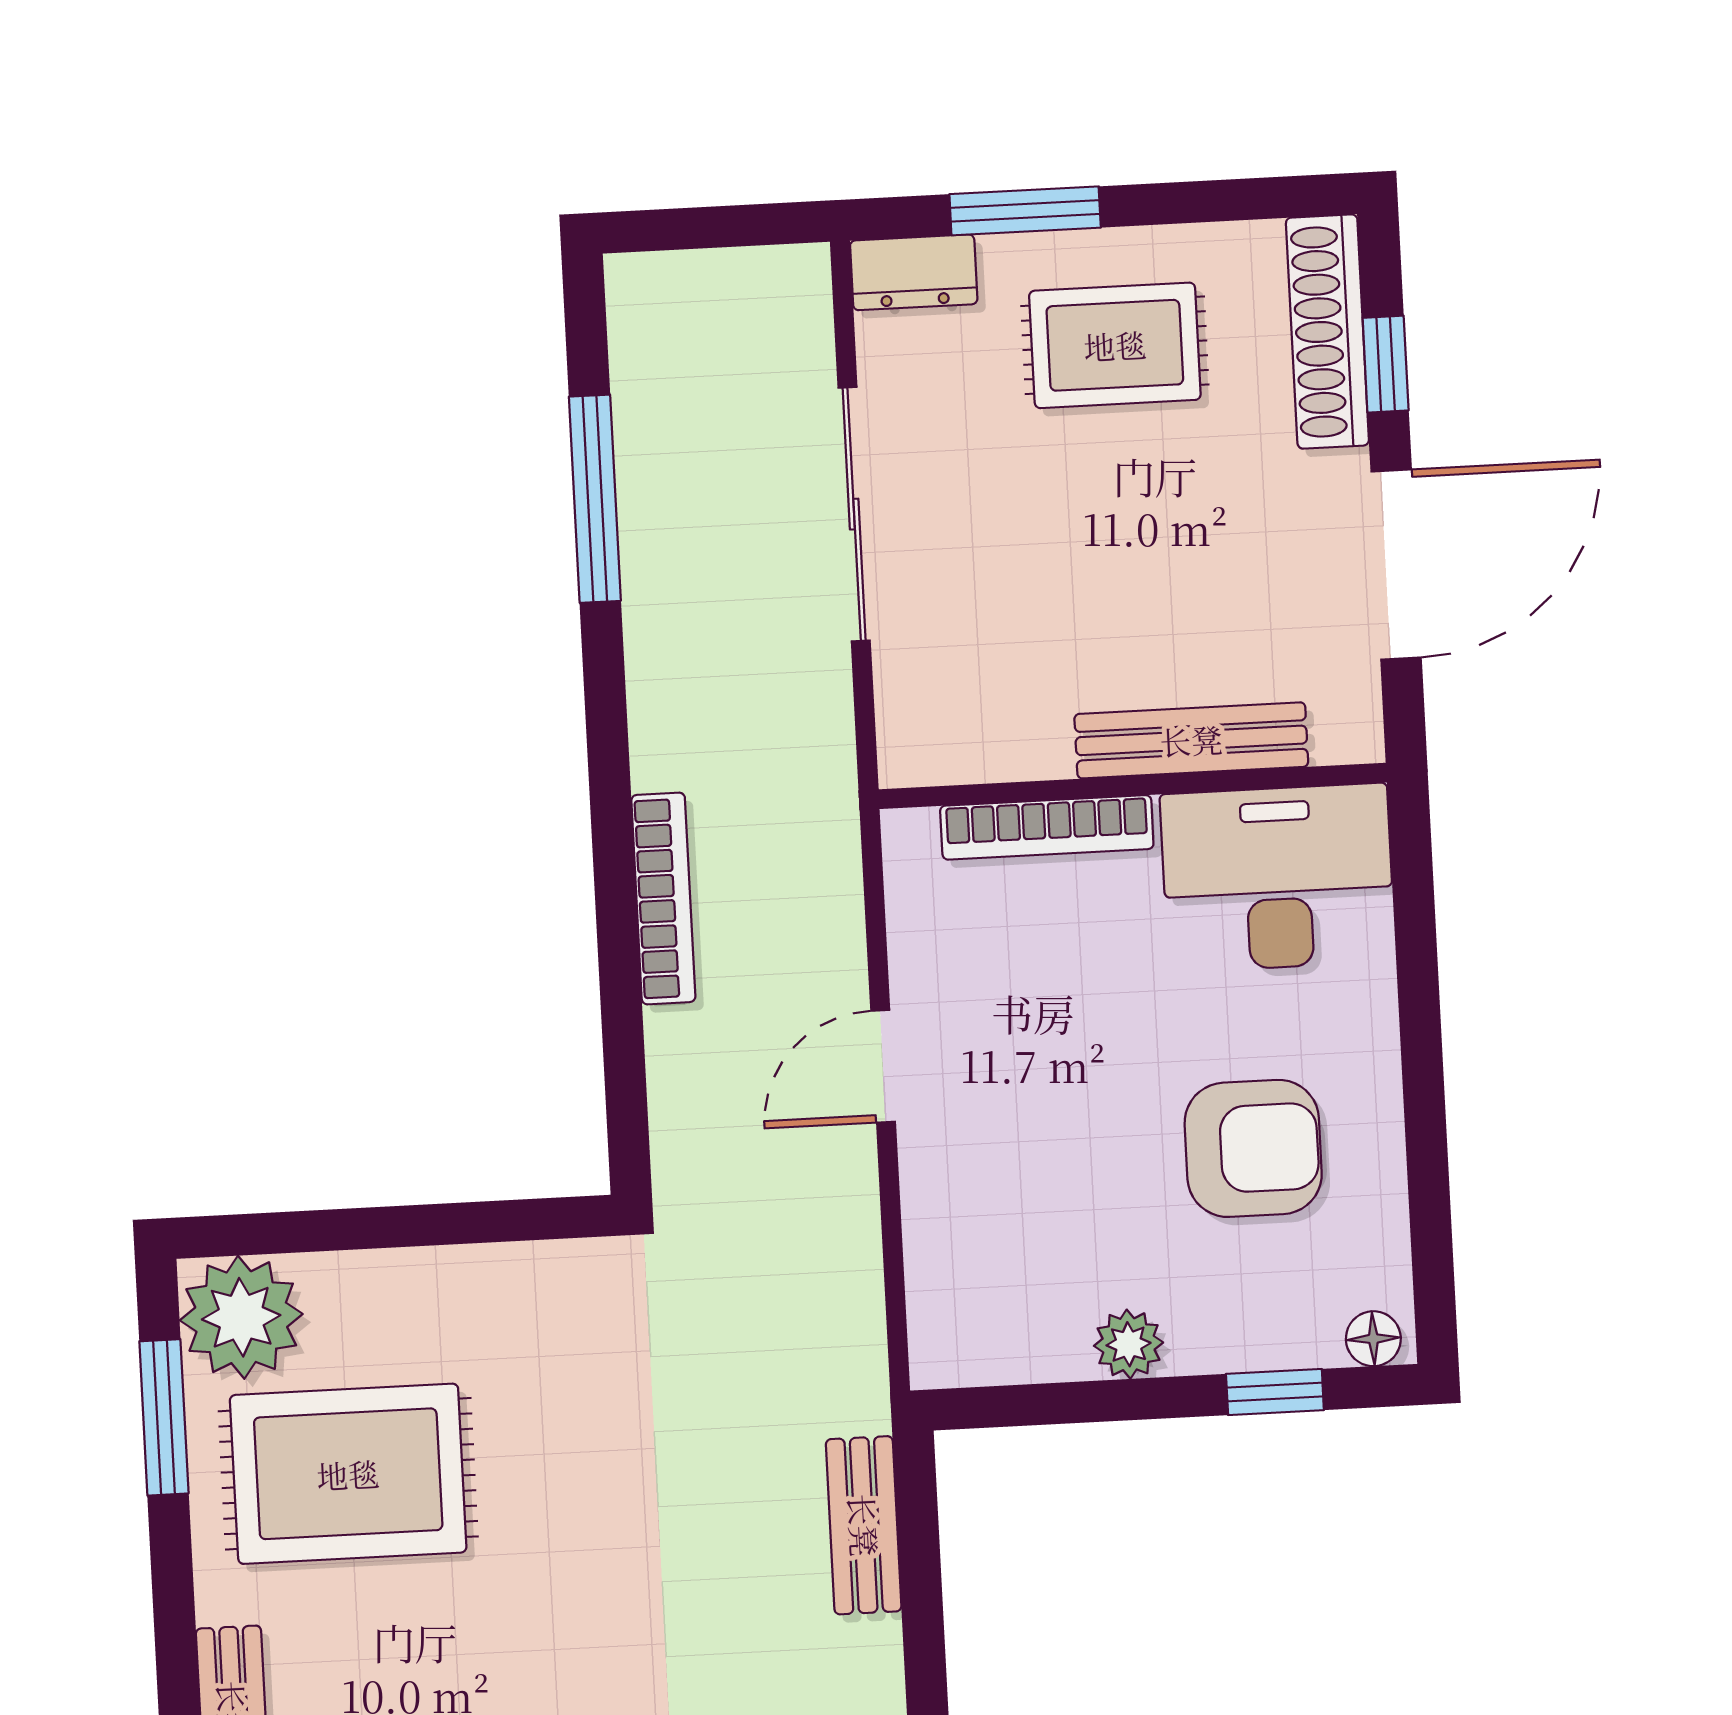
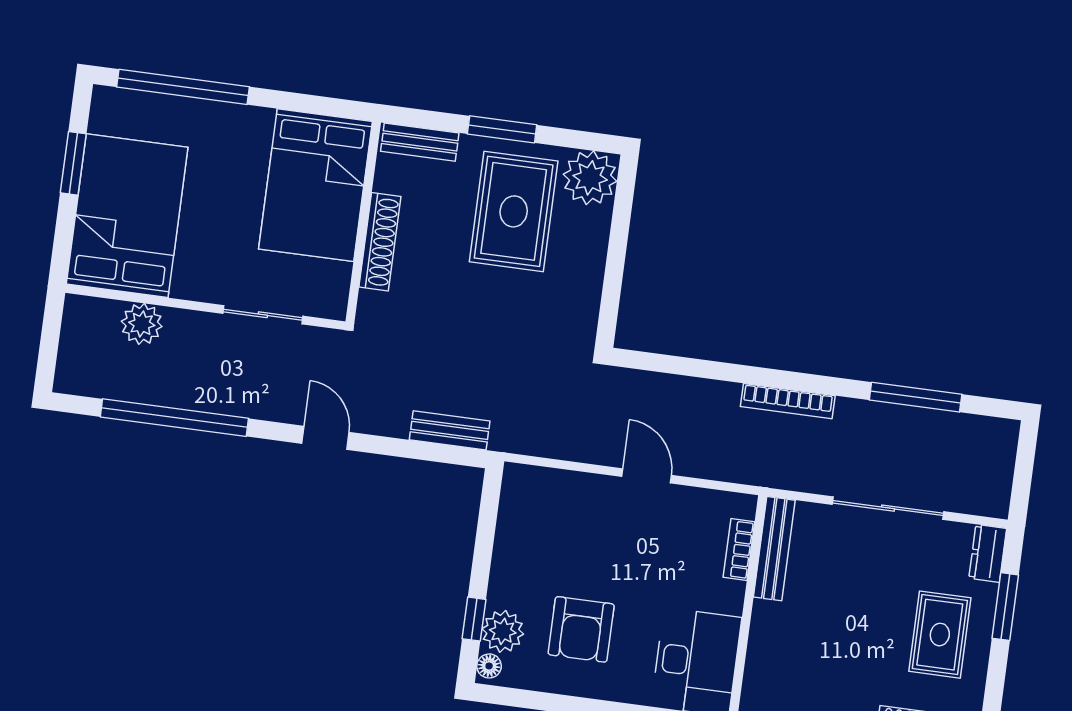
bench: (1191, 740) -> (774, 549), moved
bookcase: (1047, 827) -> (739, 549), width x0.64
bookcase: (663, 899) -> (788, 401), moved
plant: (1129, 1344) -> (503, 631), moved, width x1.38, depth x1.38
window: (164, 1417) -> (502, 129), moved

